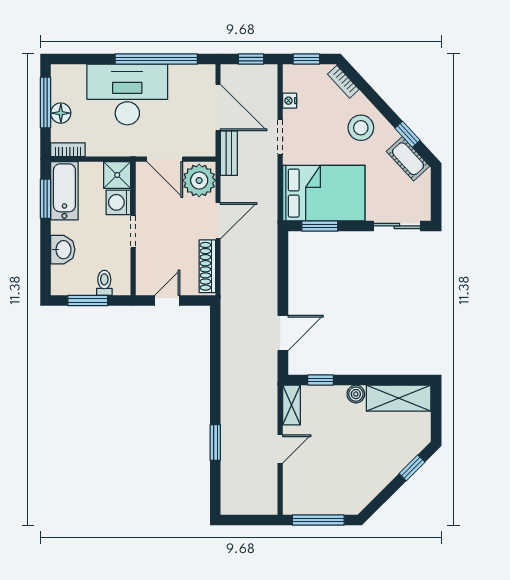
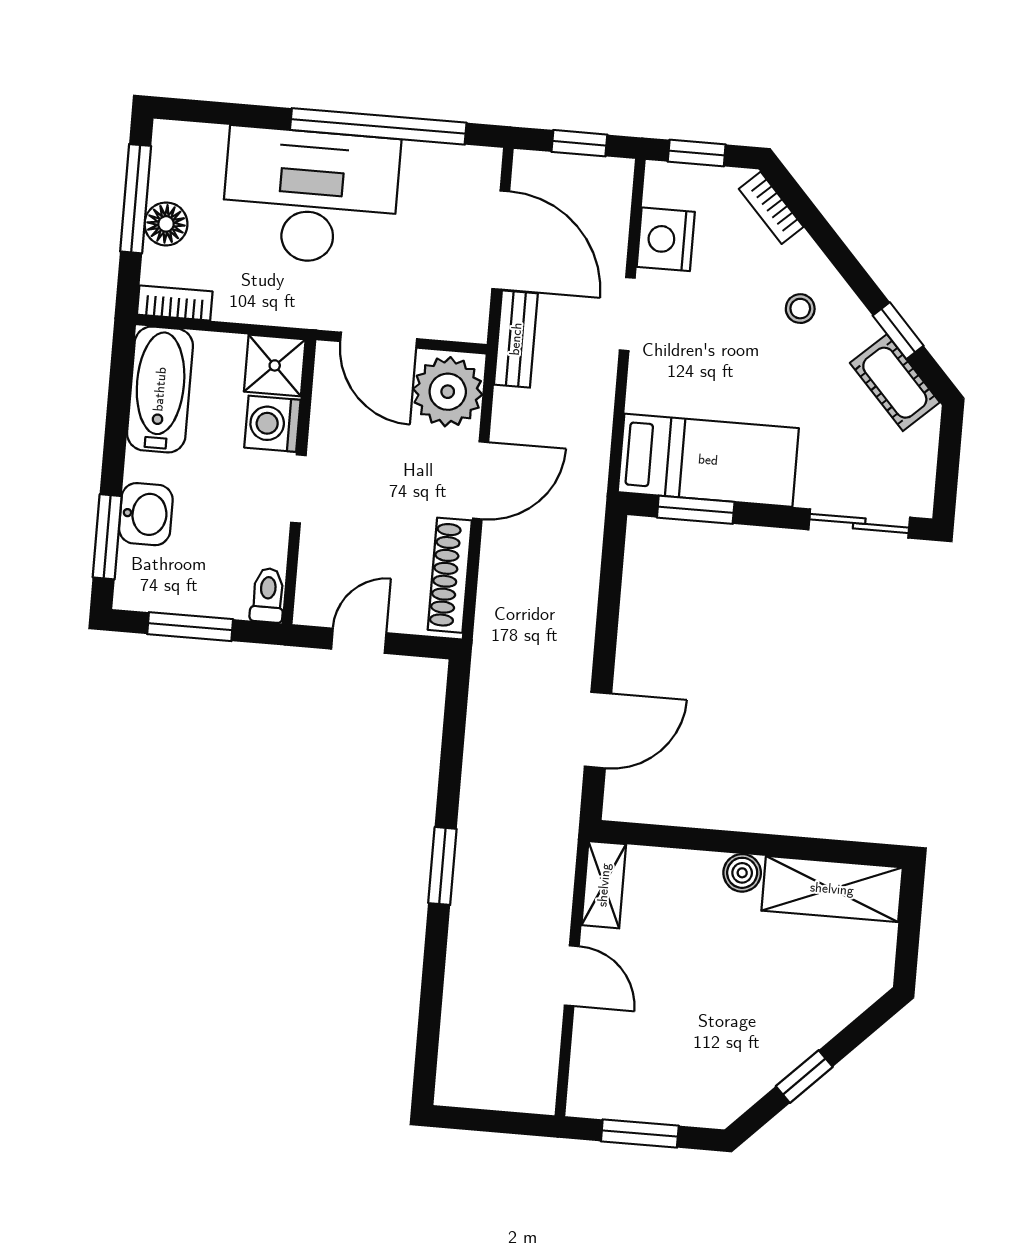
nightstand: (290, 101) -> (666, 239), width x1.89, depth x1.79
stool: (361, 128) -> (800, 309), width x0.53, depth x0.53
bed: (324, 193) -> (708, 460), width x0.67
window: (45, 199) -> (107, 537), moved
toilet: (104, 283) -> (268, 595), moved
window: (320, 380) -> (670, 837), removed
window: (215, 442) -> (442, 866), moved
door: (280, 449) -> (572, 976), hinge flipped
window: (412, 468) -> (804, 1077), moved
window: (318, 520) -> (640, 1134), width x0.69

